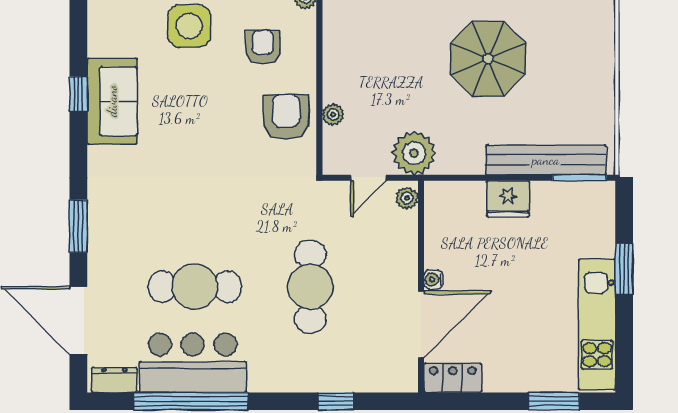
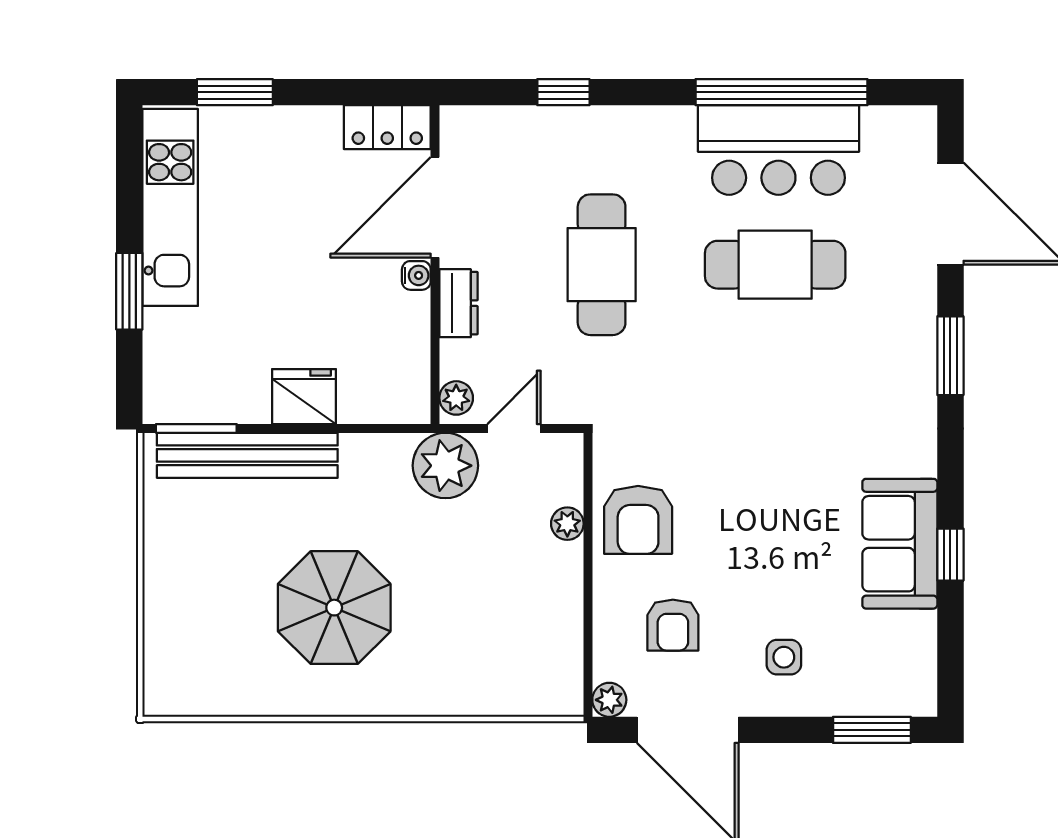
side table: (189, 26) -> (784, 657), width x0.54, depth x0.54
dresser: (114, 380) -> (459, 303), moved, turned -90

